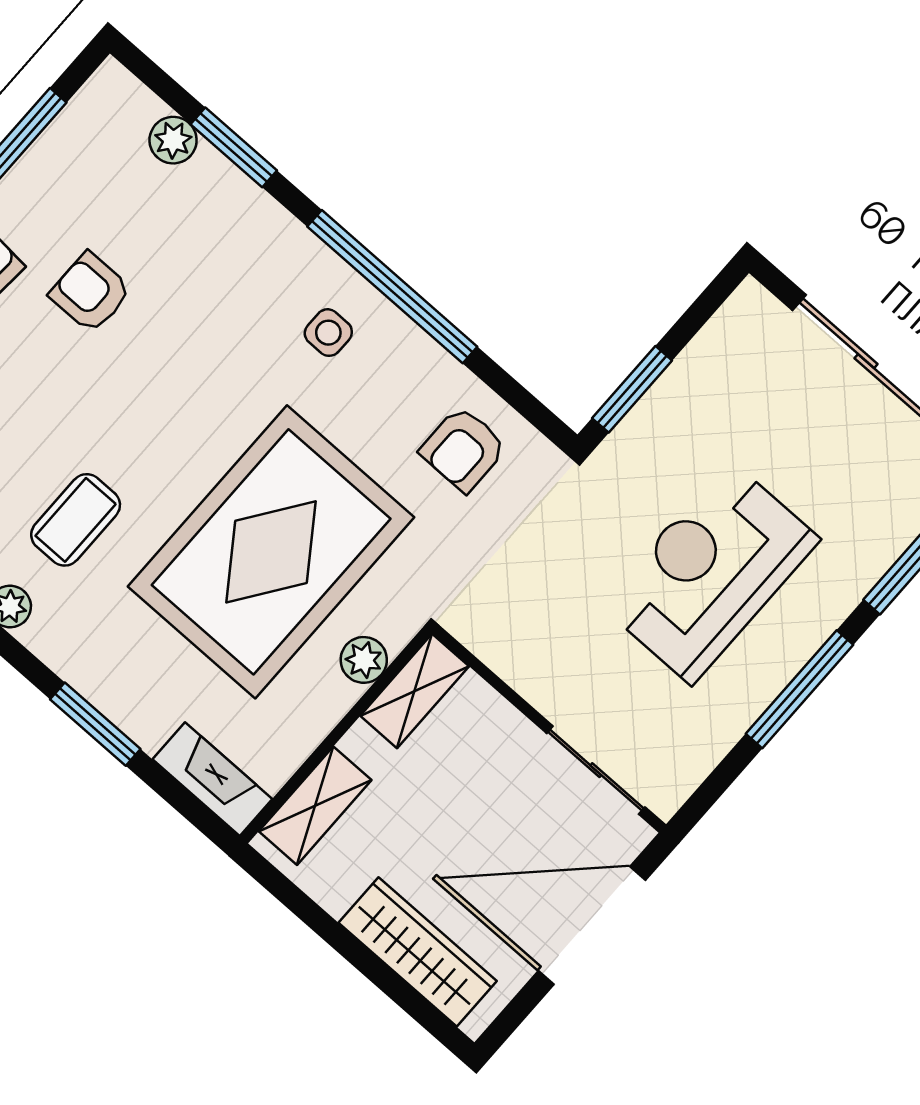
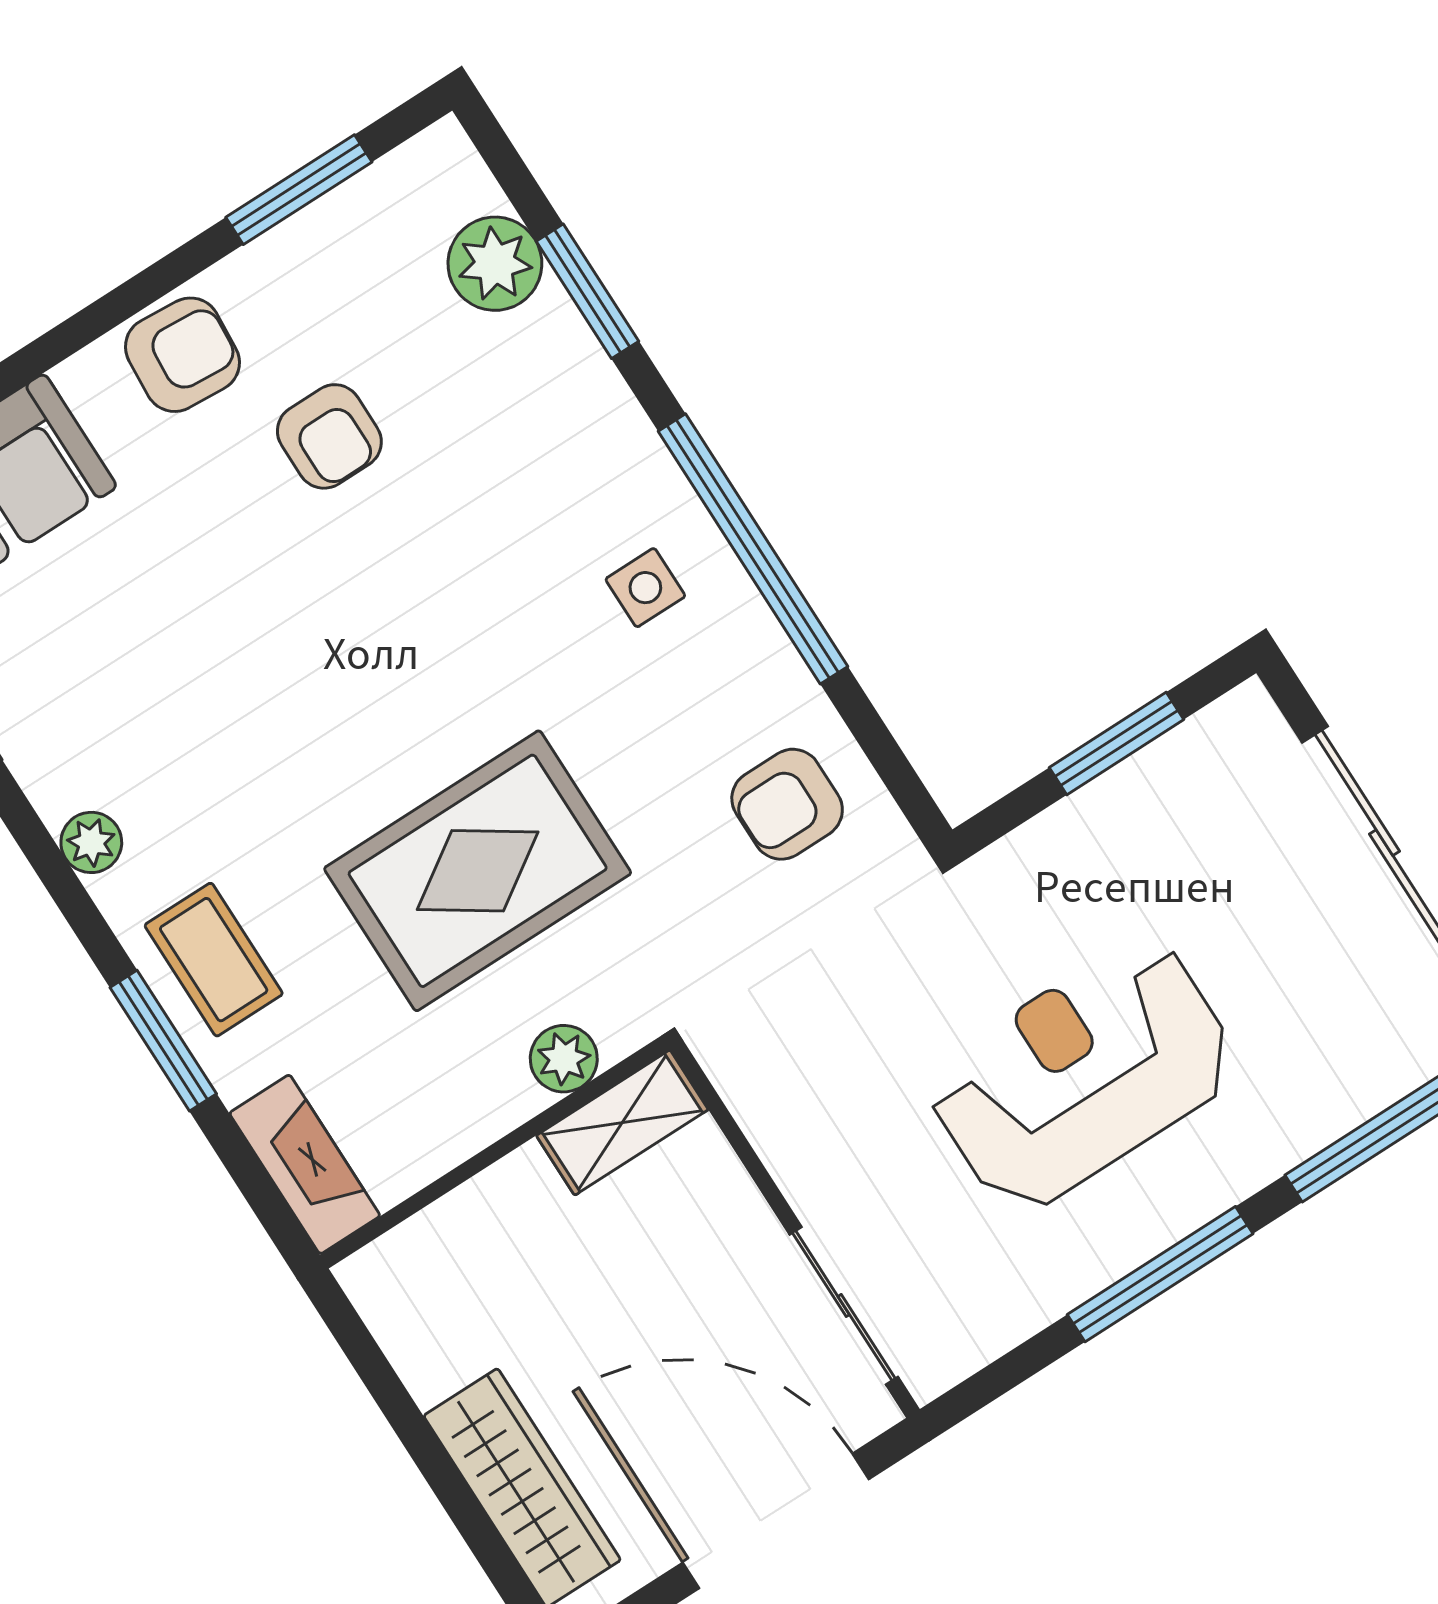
plant: (173, 140) -> (495, 264), width x1.38, depth x1.38
armchair: (90, 293) -> (329, 436), turned 180
window: (632, 389) -> (1117, 743), moved
coffee table: (76, 520) -> (214, 960), moved, turned 90
rug: (271, 552) -> (478, 871), width x0.73, depth x0.69
shelving: (315, 806) -> (438, 1243), removed

